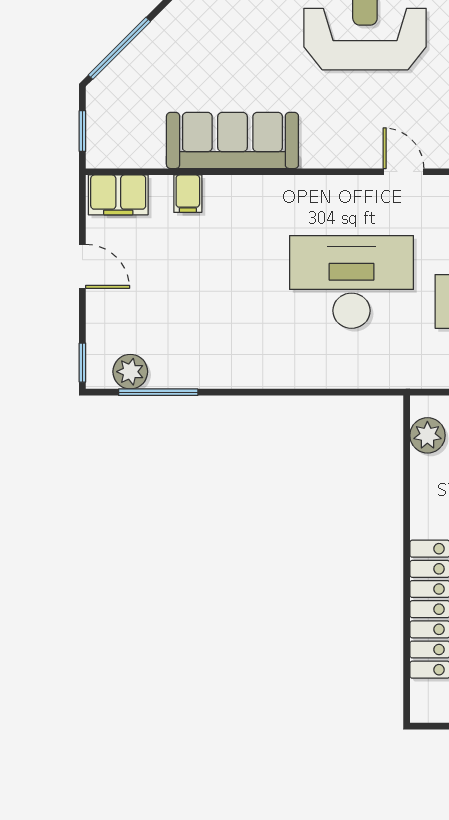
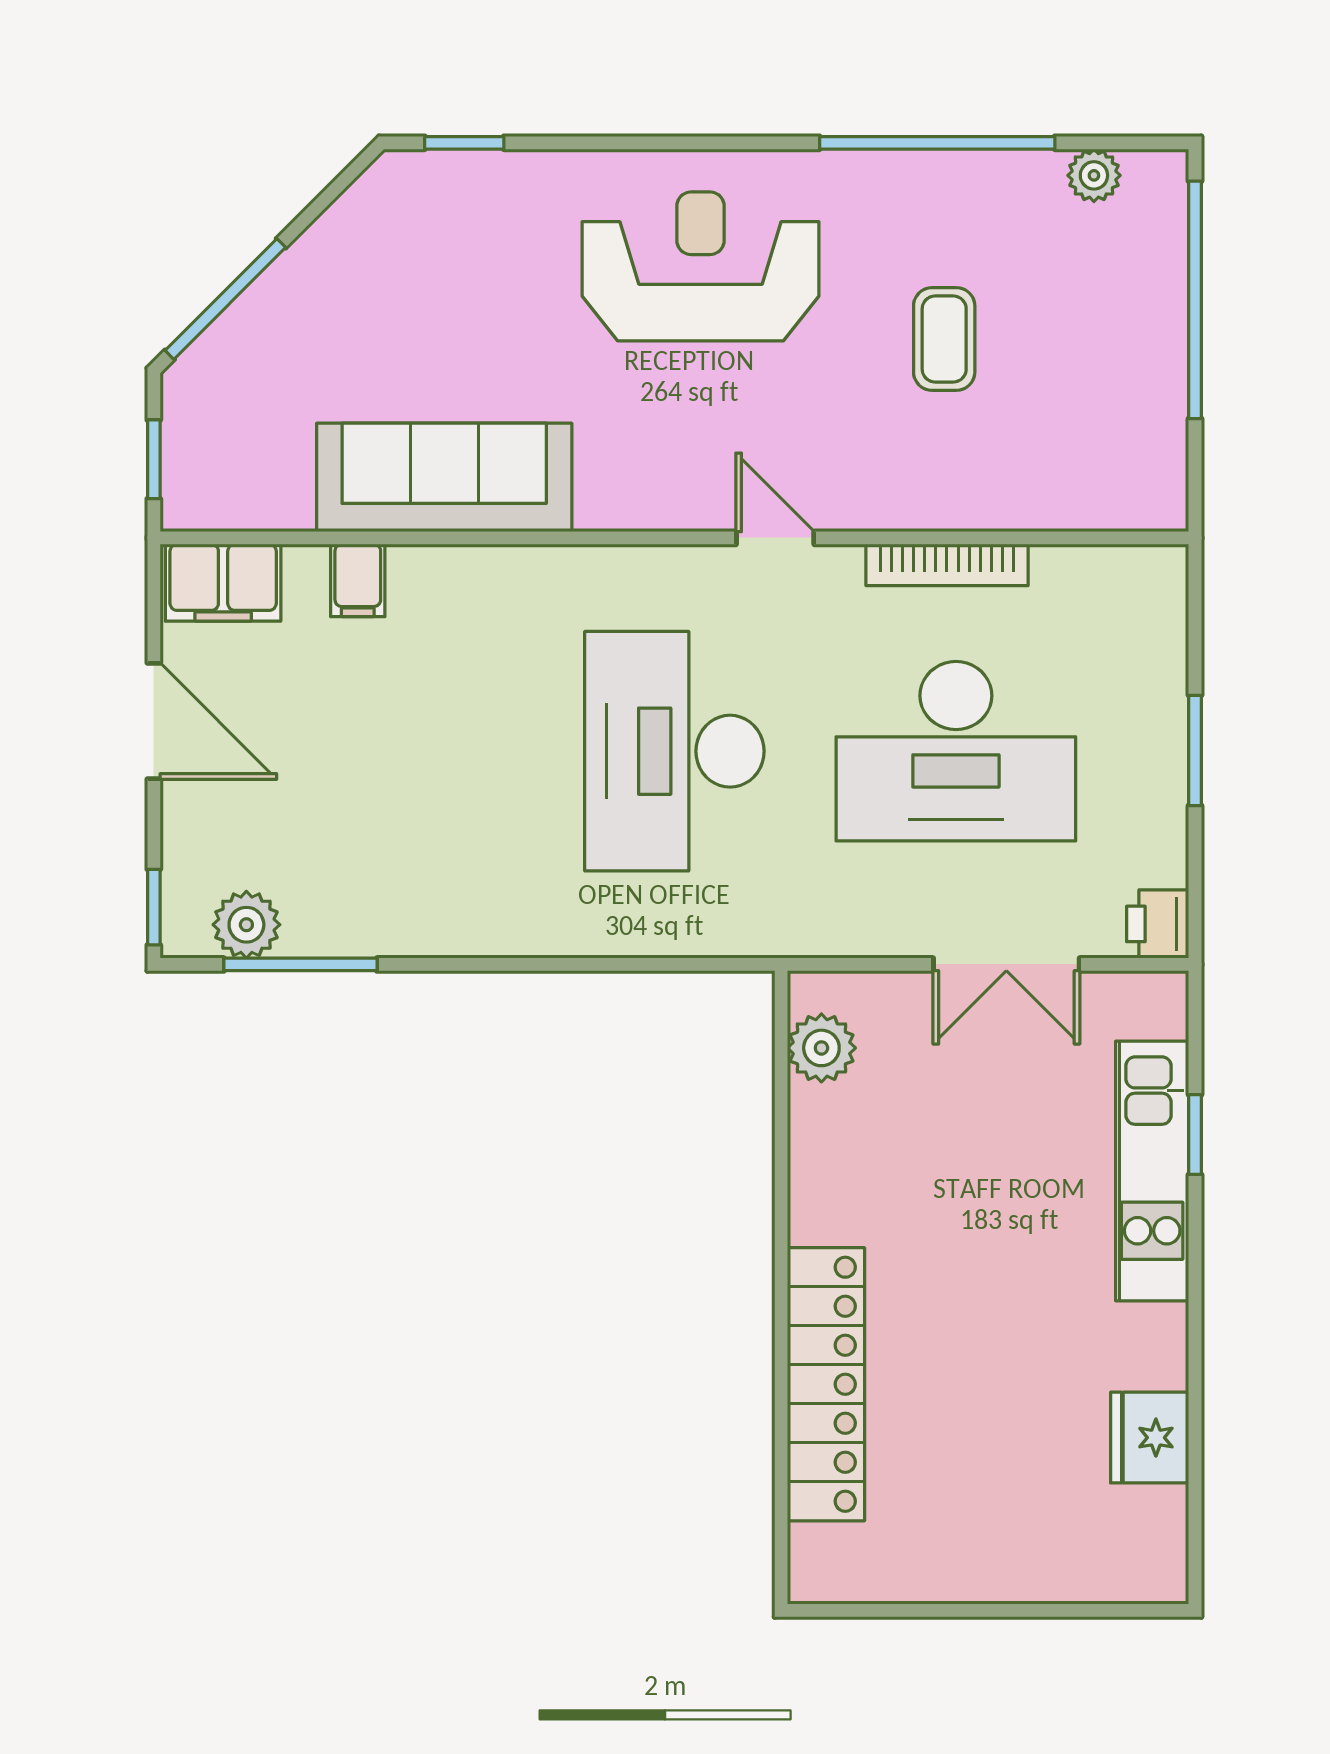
door: (82, 266) -> (154, 721), width x1.38
desk: (351, 282) -> (674, 751), turned -90

